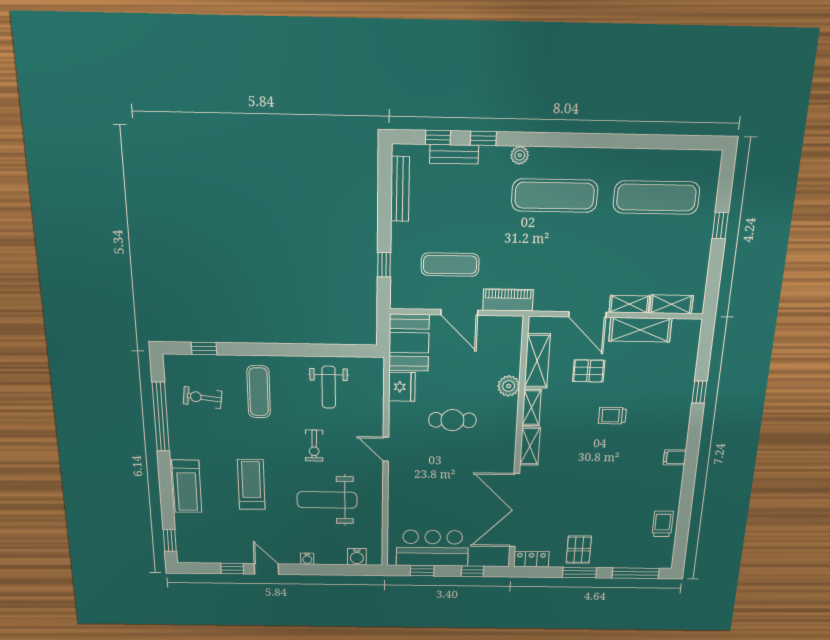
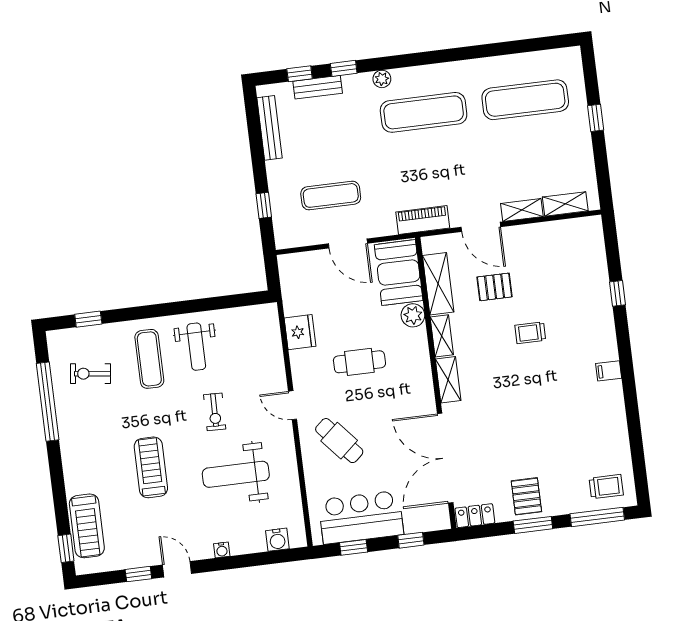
piano: (508, 300) -> (423, 220), moved
shelving: (640, 330) -> (539, 235), removed
booth: (409, 343) -> (399, 273), moved
weight bench: (329, 387) -> (196, 347), moved
cafe table: (423, 484) -> (339, 441), added
treadmill: (187, 486) -> (87, 526), moved
trolley: (663, 524) -> (606, 487), moved, turned 90

